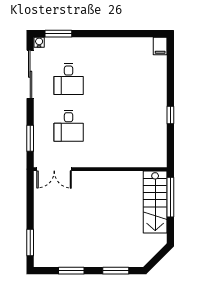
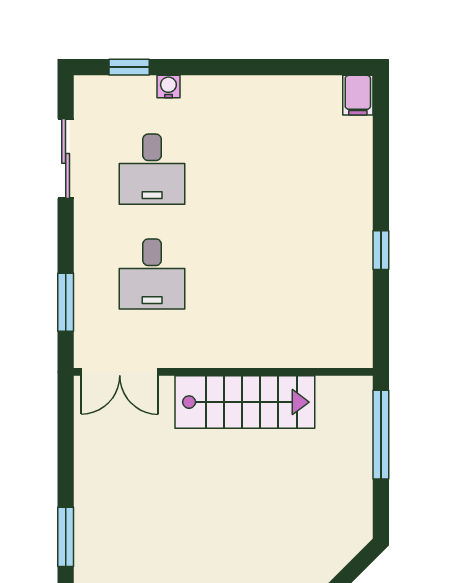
window: (58, 34) -> (129, 67), width x0.67
water cooler: (39, 42) -> (168, 87), moved
sliding door: (30, 74) -> (66, 158), width x0.73
stairs: (155, 202) -> (245, 402), moved, turned -90

